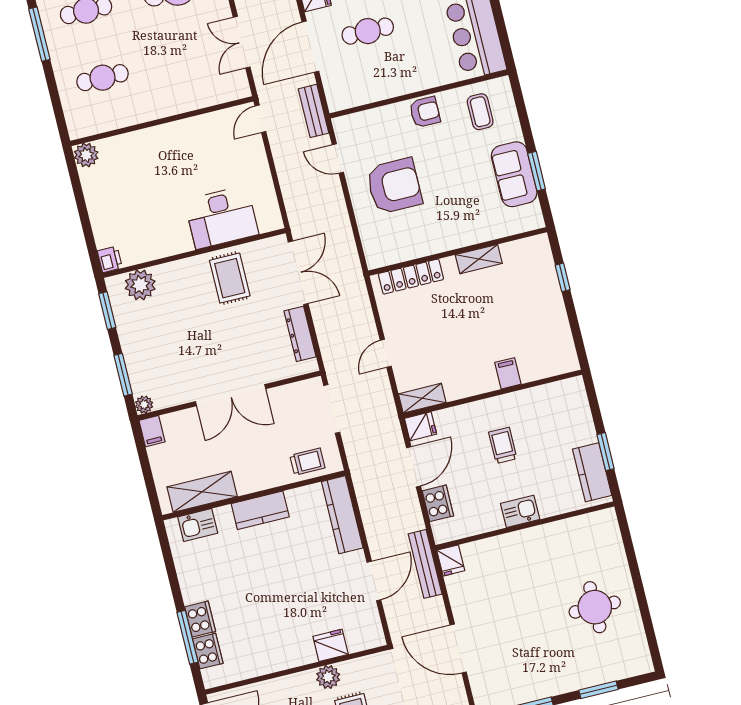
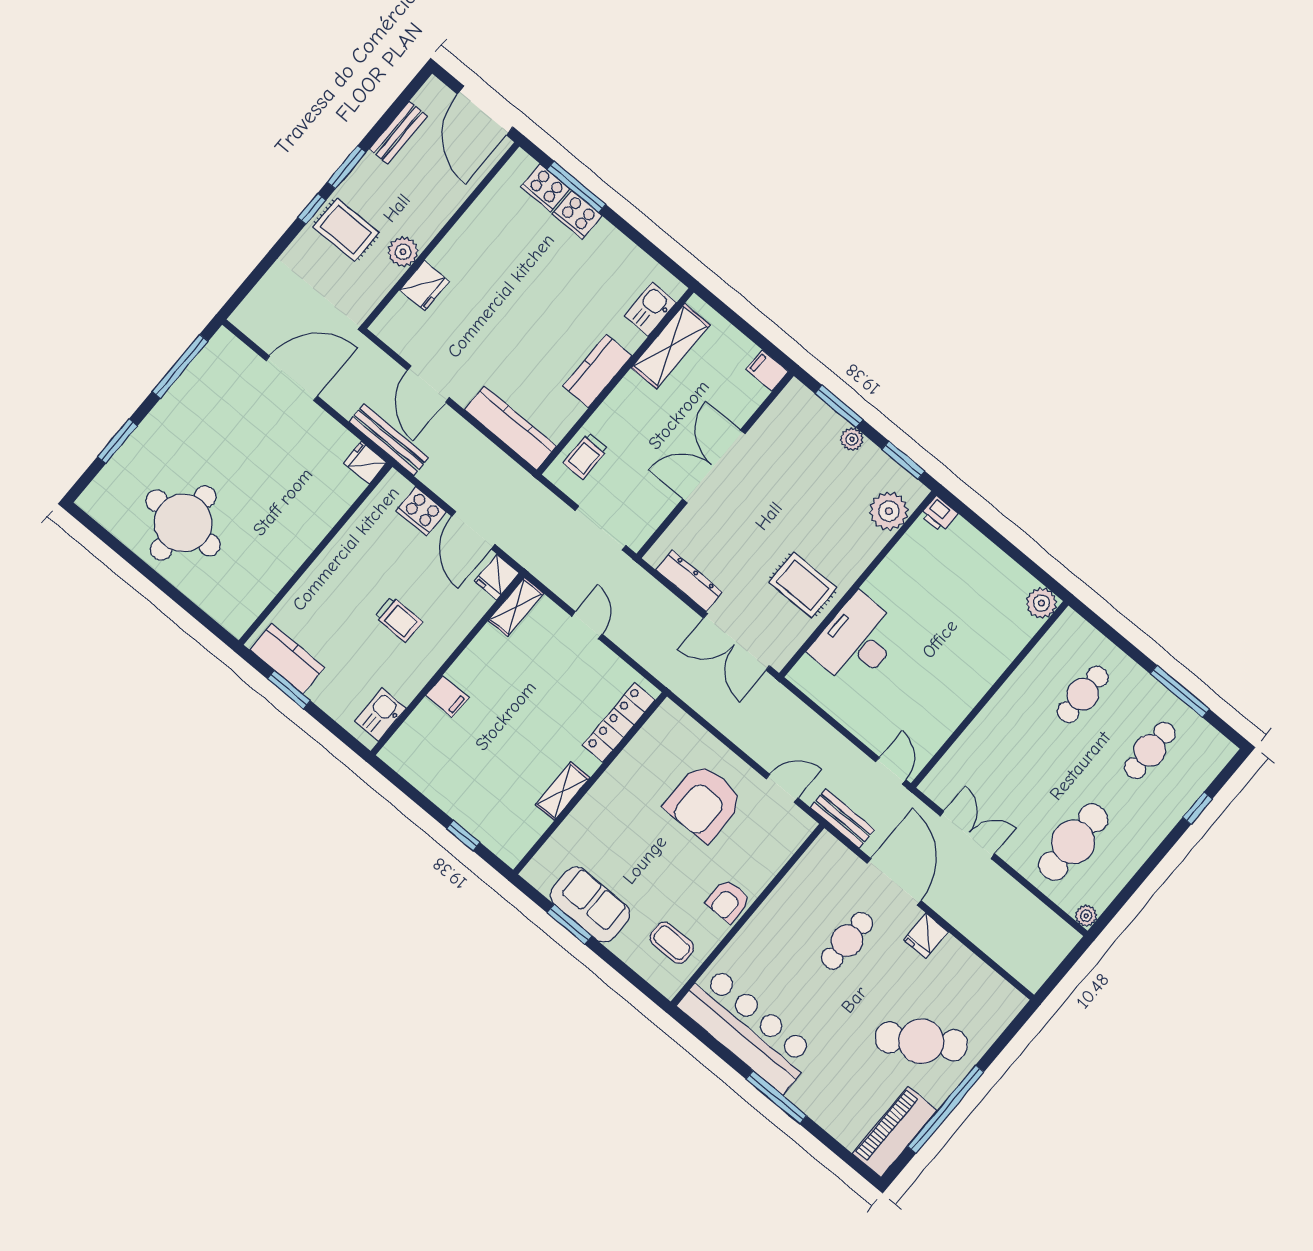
plant: (144, 405) -> (852, 439), moved
kitchen sink: (520, 511) -> (380, 715), moved, turned 180
round table: (595, 607) -> (183, 523), width x1.36, depth x1.36

